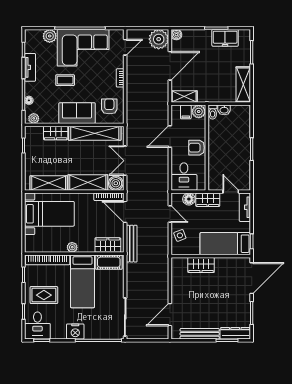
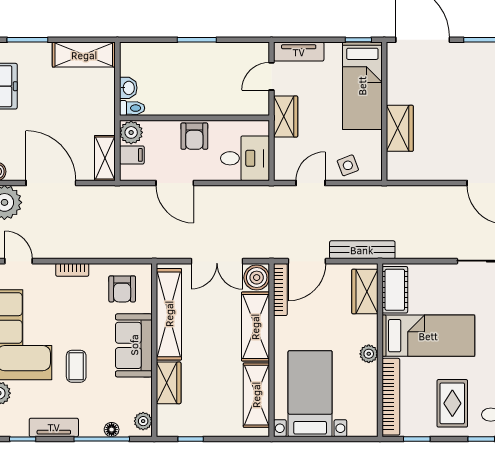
armchair: (109, 106) -> (122, 289), turned -90
floor lamp: (189, 199) -> (284, 150), removed

